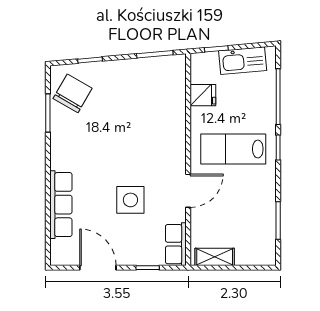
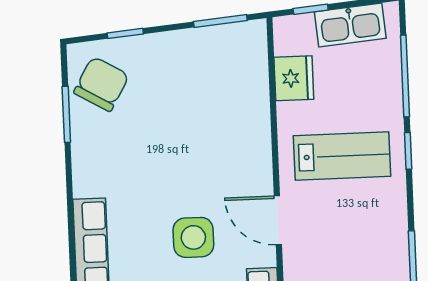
fridge: (203, 95) -> (294, 78), width x1.38
lab bench: (233, 149) -> (342, 156), turned 180
door: (188, 191) -> (278, 220), swing flipped

